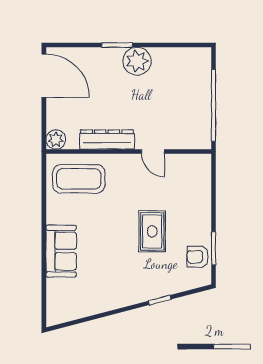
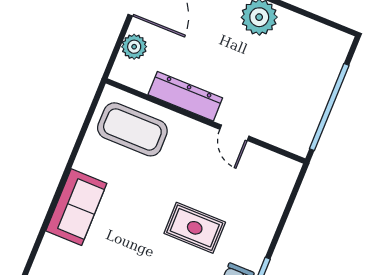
plant: (56, 140) -> (134, 47), moved
rug: (152, 231) -> (195, 228), turned 90

